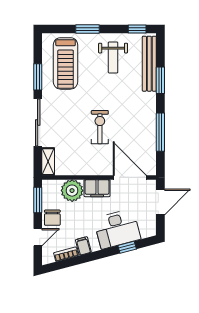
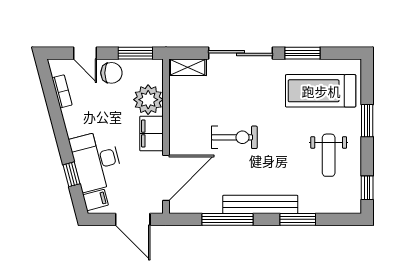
weight bench: (113, 57) -> (329, 155), turned -90
bench: (149, 64) -> (260, 204), moved
chair: (52, 218) -> (111, 73), turned 180
filing cabinet: (83, 246) -> (96, 200), moved

